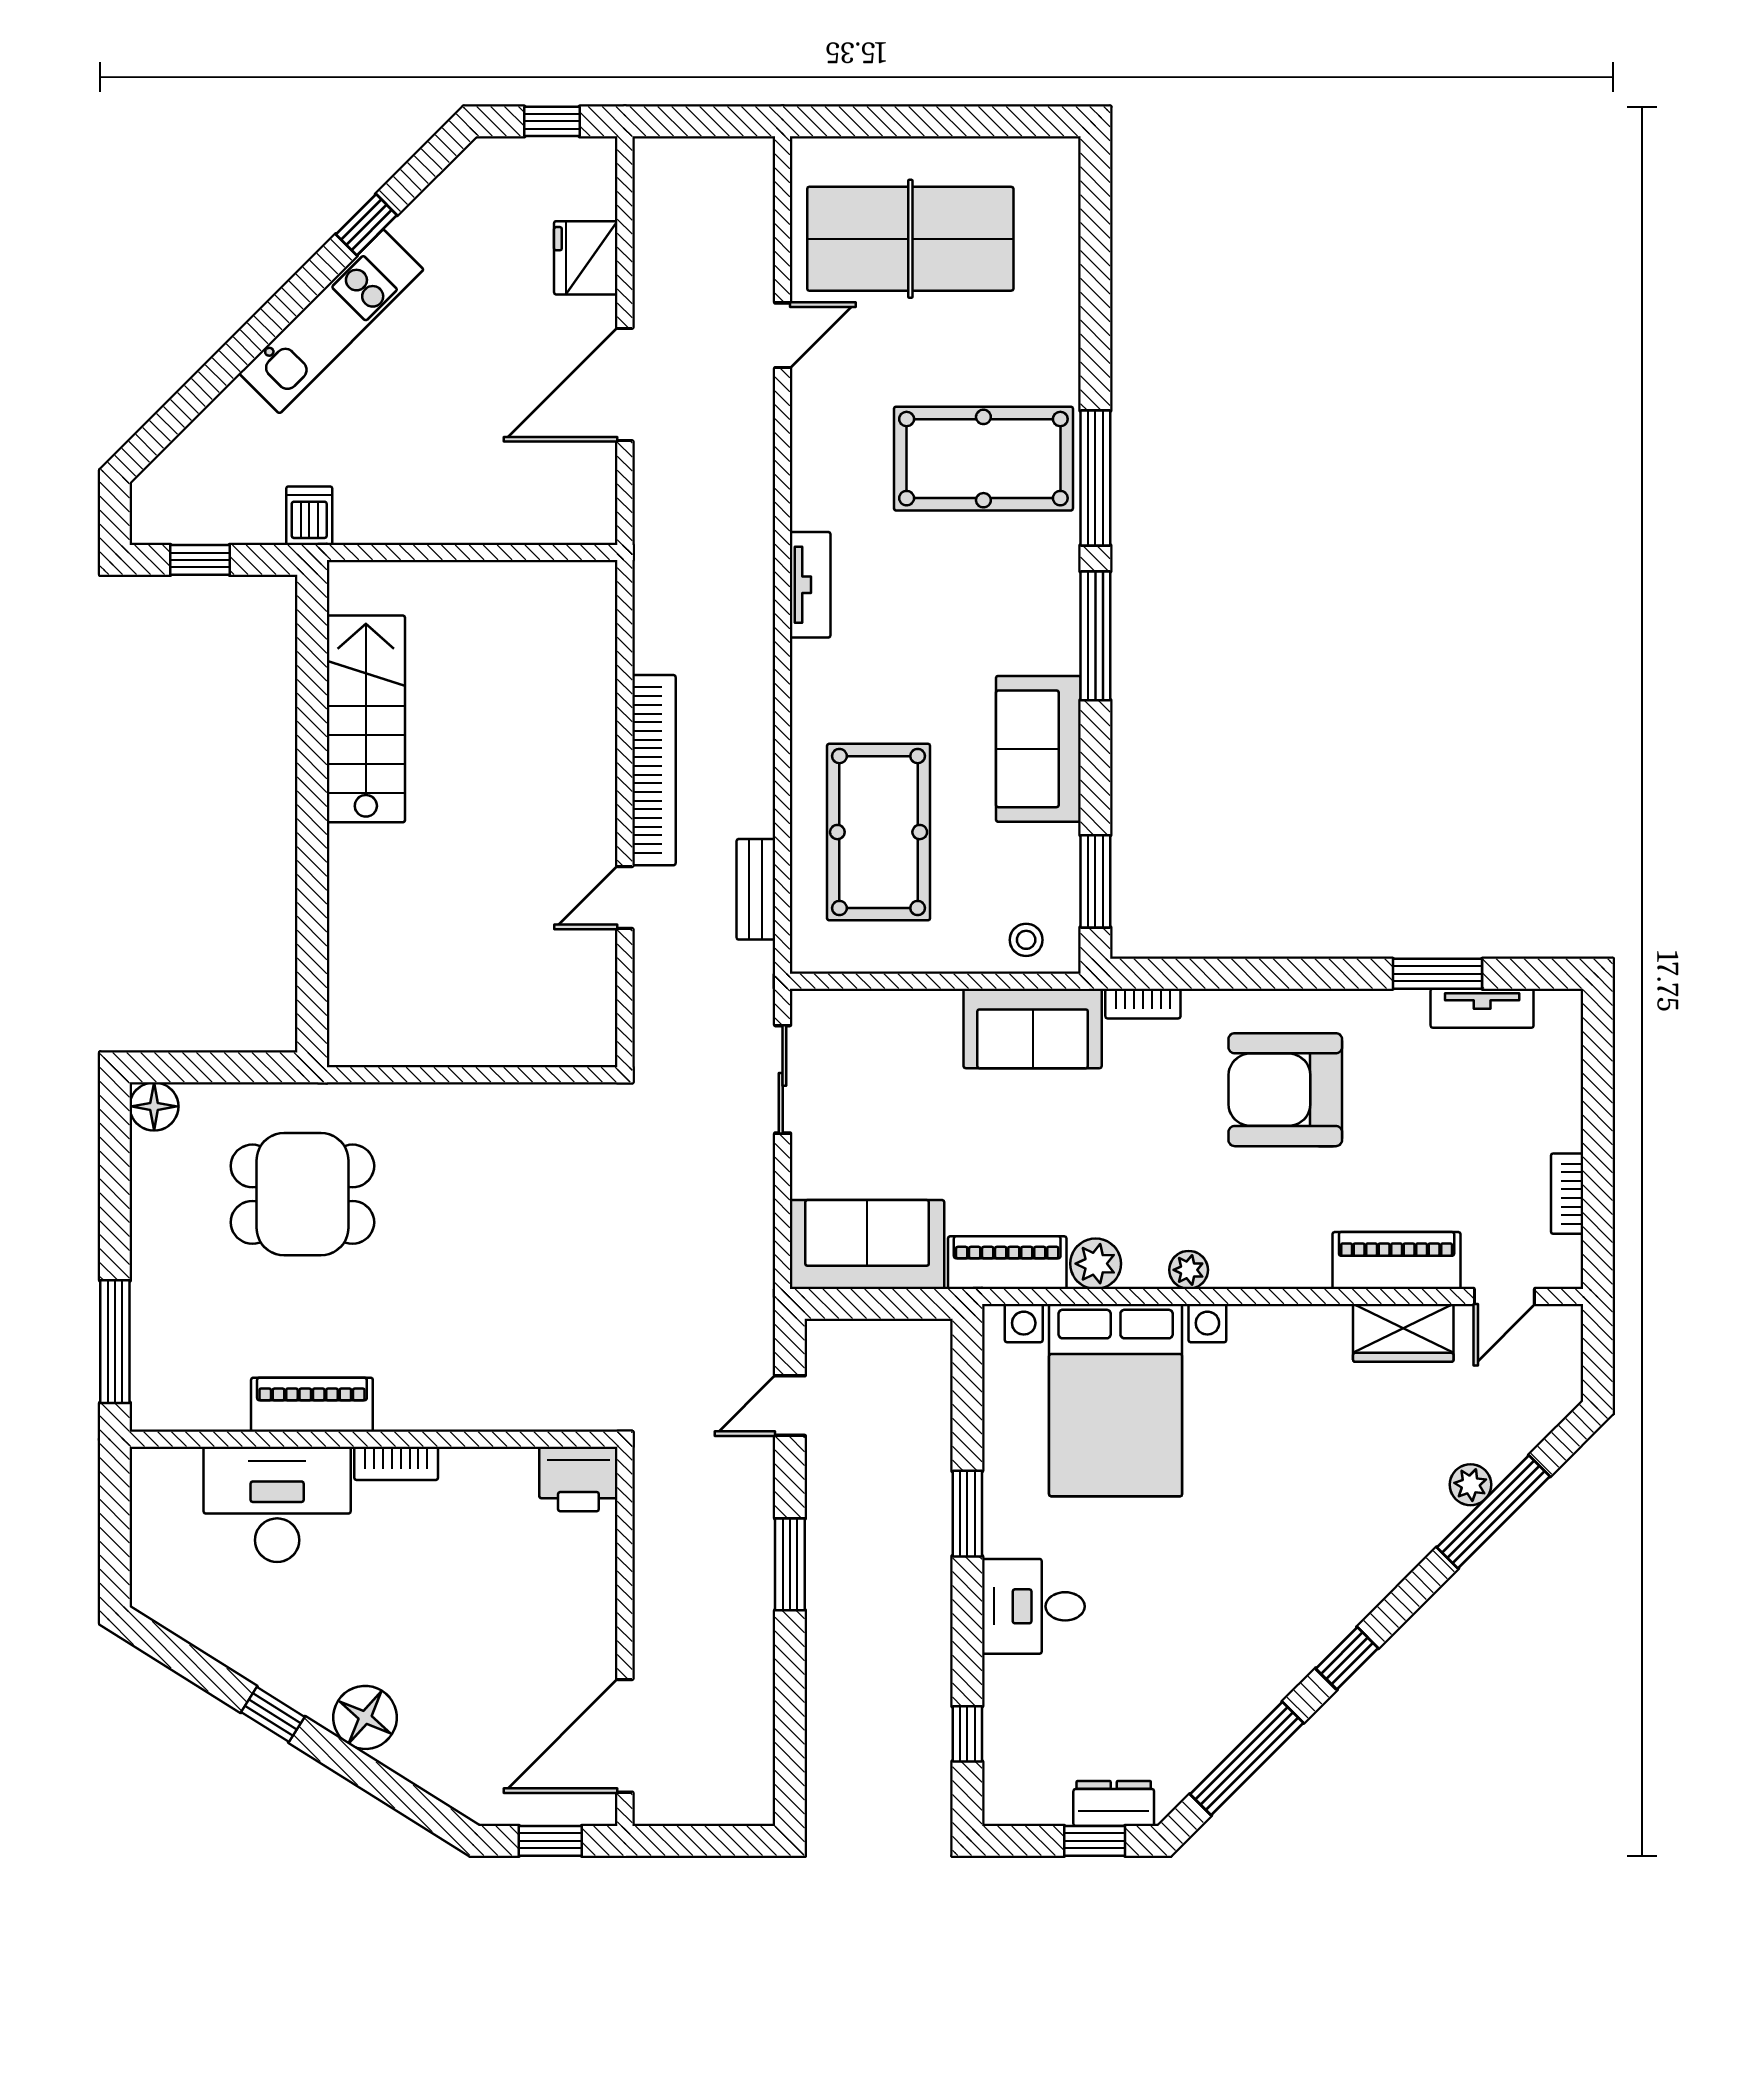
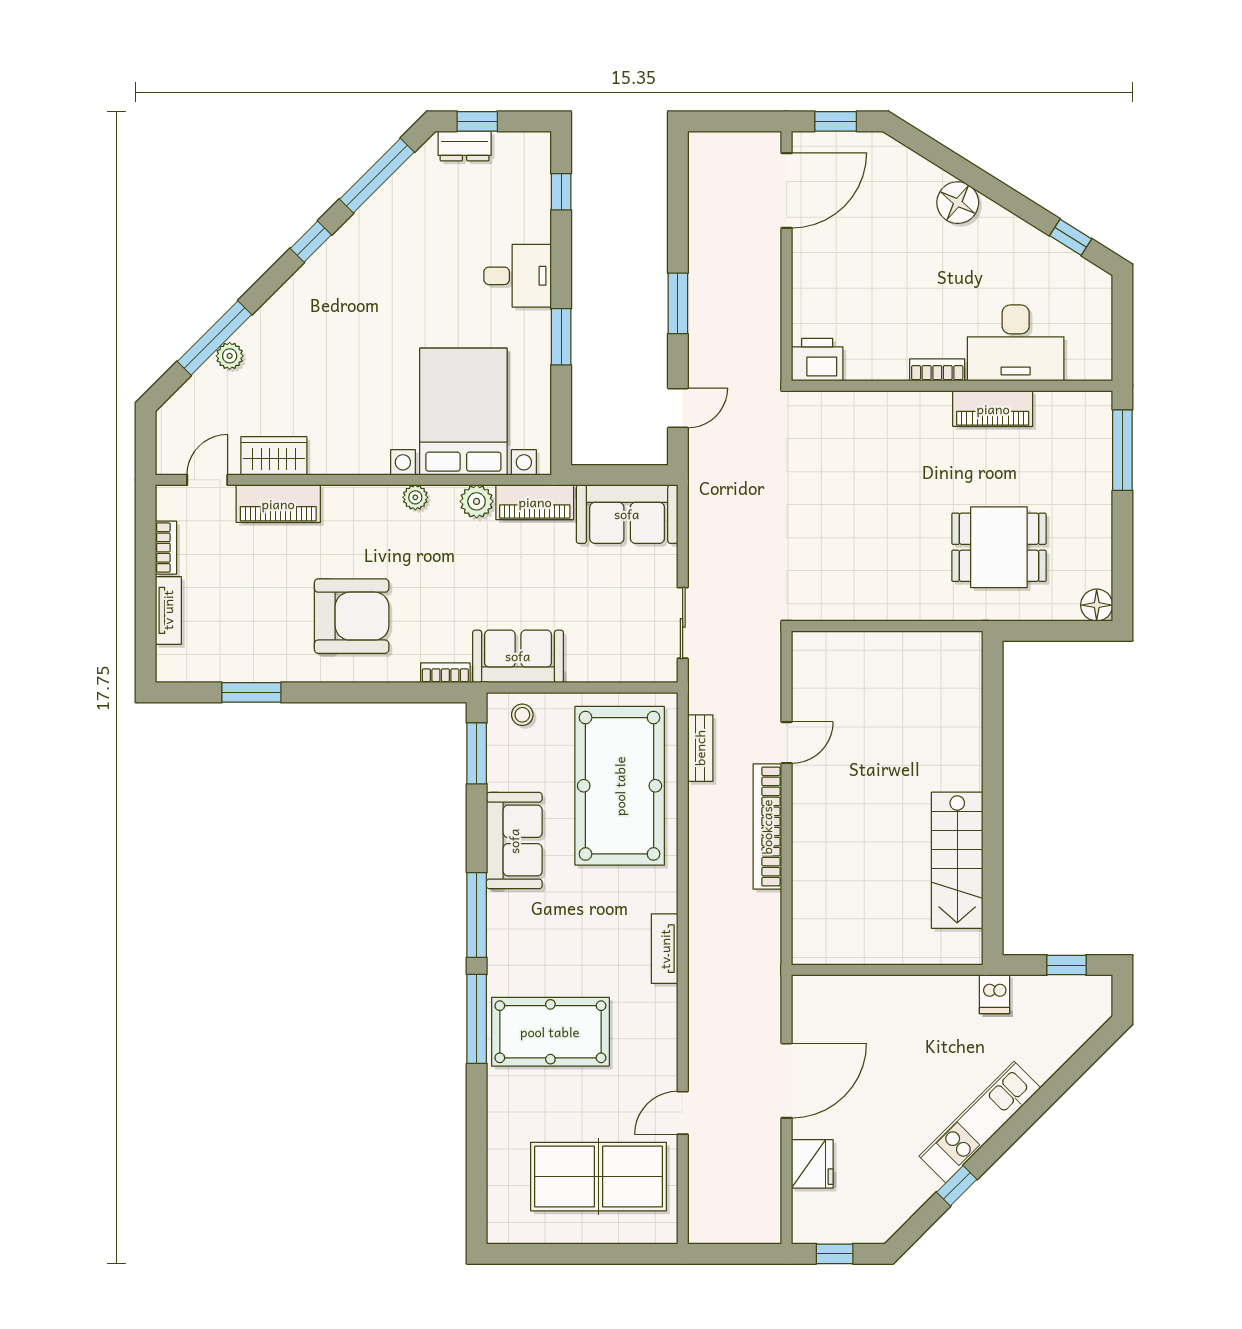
pool table: (879, 832) -> (620, 786), width x1.36, depth x1.32
tv unit: (1482, 1008) -> (168, 610), moved, turned 90
window: (273, 1714) -> (1071, 237), moved

